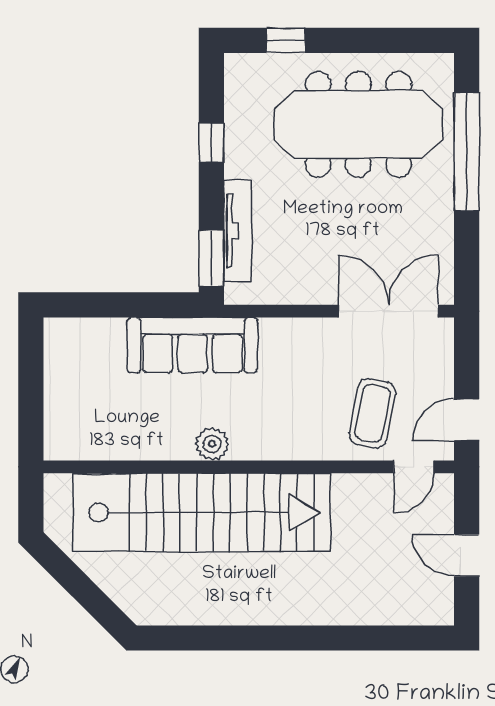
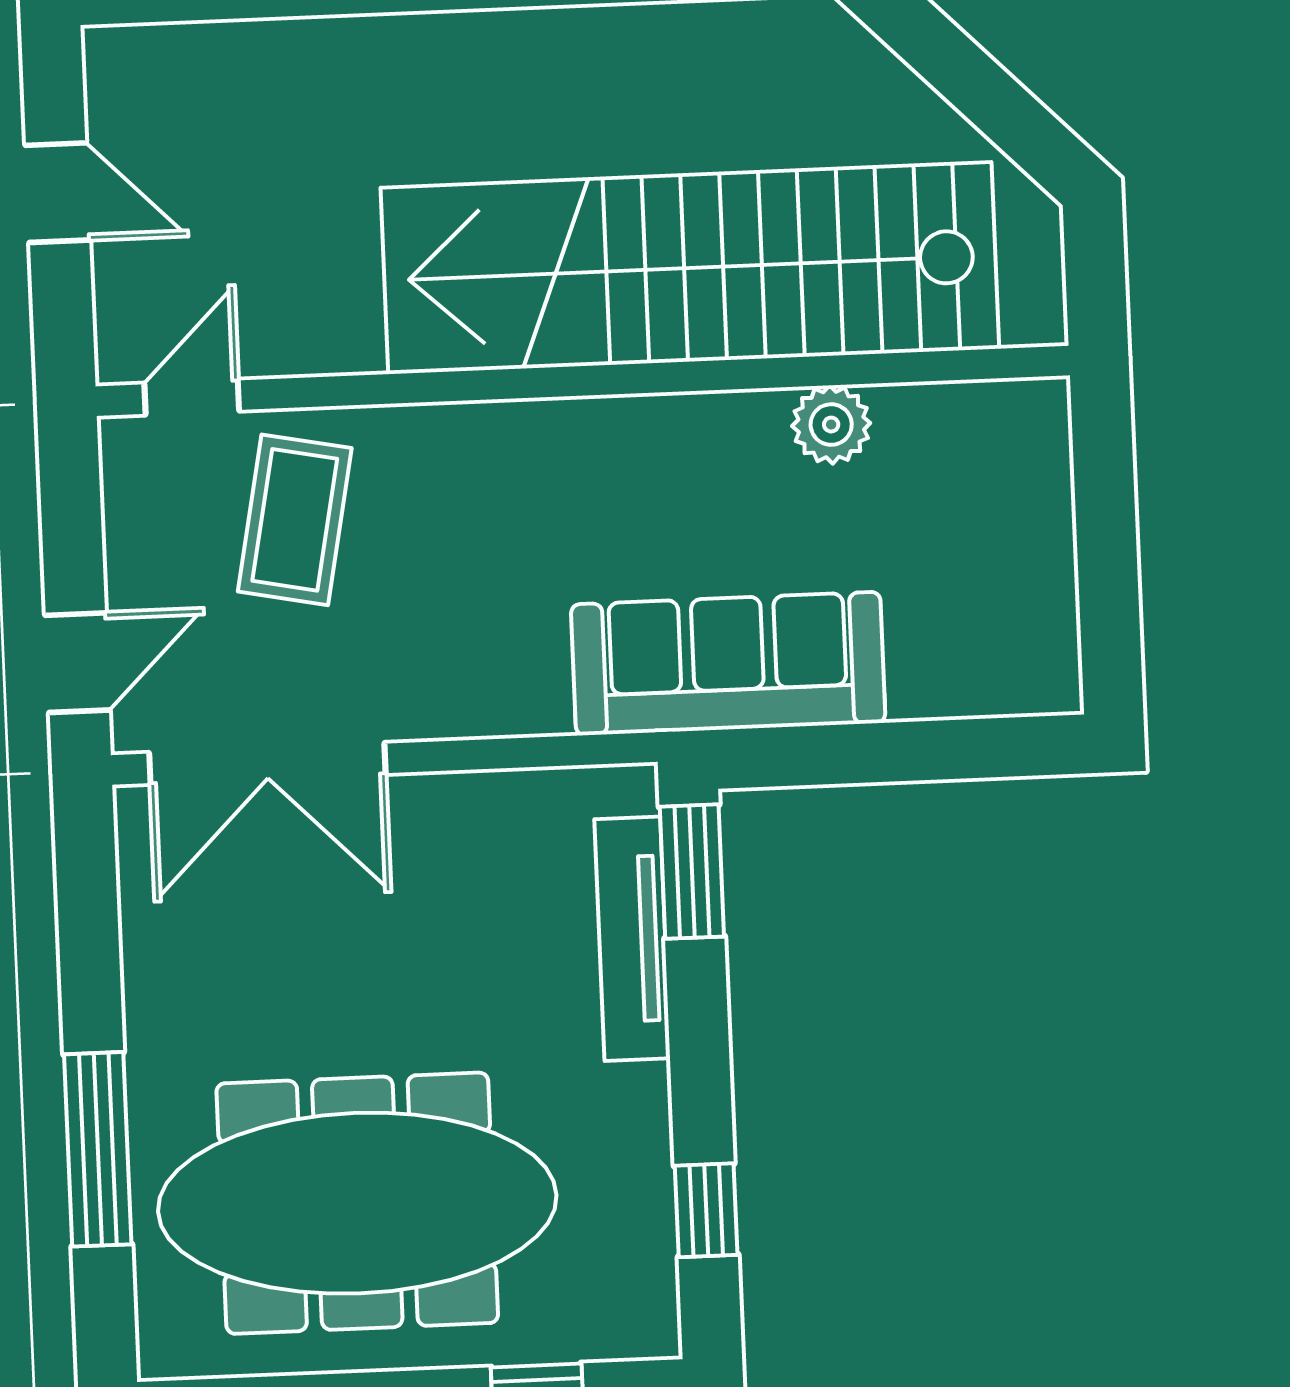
window: (211, 143) -> (706, 1210), moved
window: (467, 152) -> (98, 1149), width x0.68
door: (467, 420) -> (77, 663), moved
plant: (212, 444) -> (831, 425), moved

